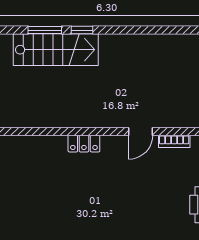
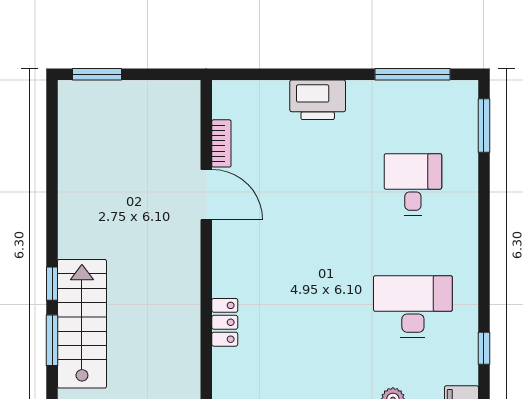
door: (141, 131) -> (206, 195), width x1.38
locker: (84, 144) -> (225, 322), moved

